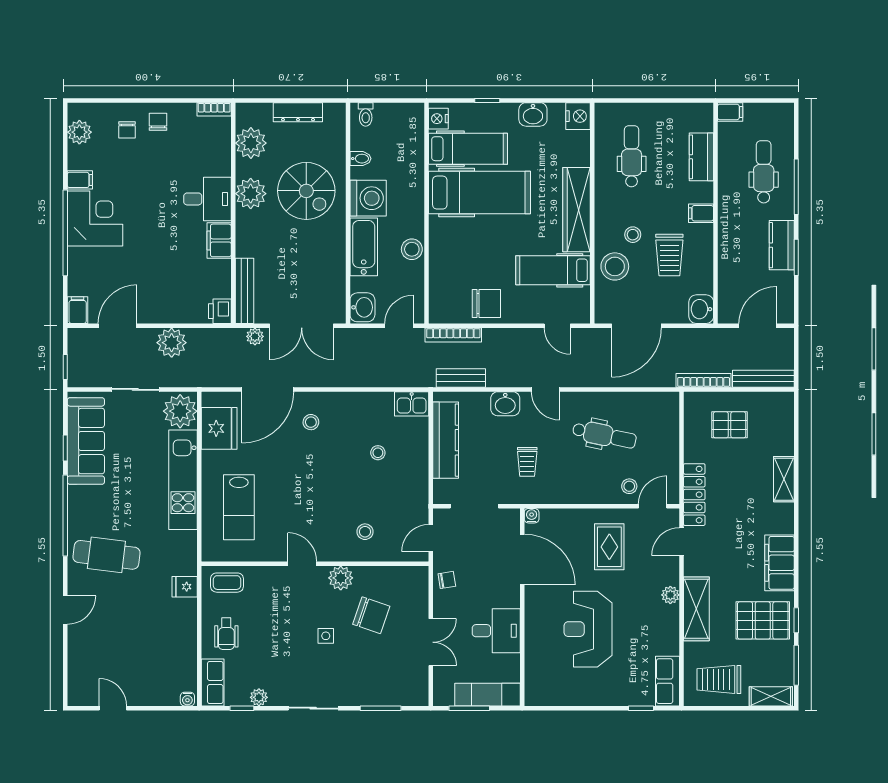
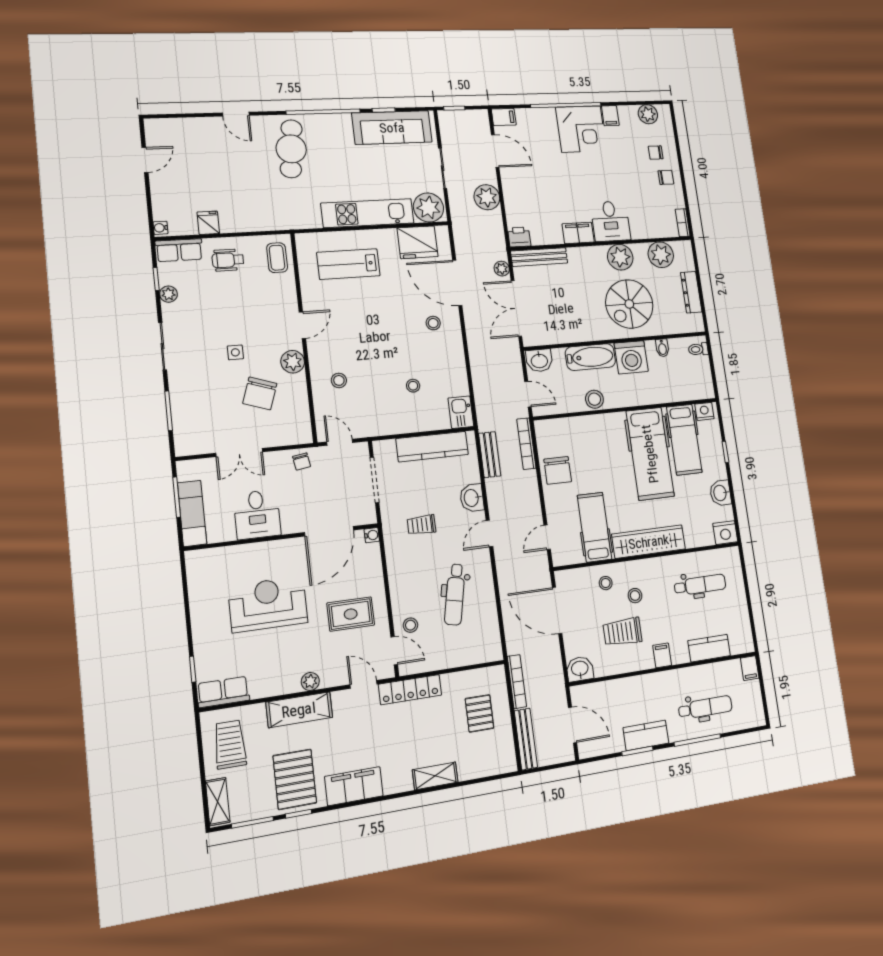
stool: (615, 266) -> (606, 583), width x0.53, depth x0.53
fridge: (185, 587) -> (208, 223), moved

